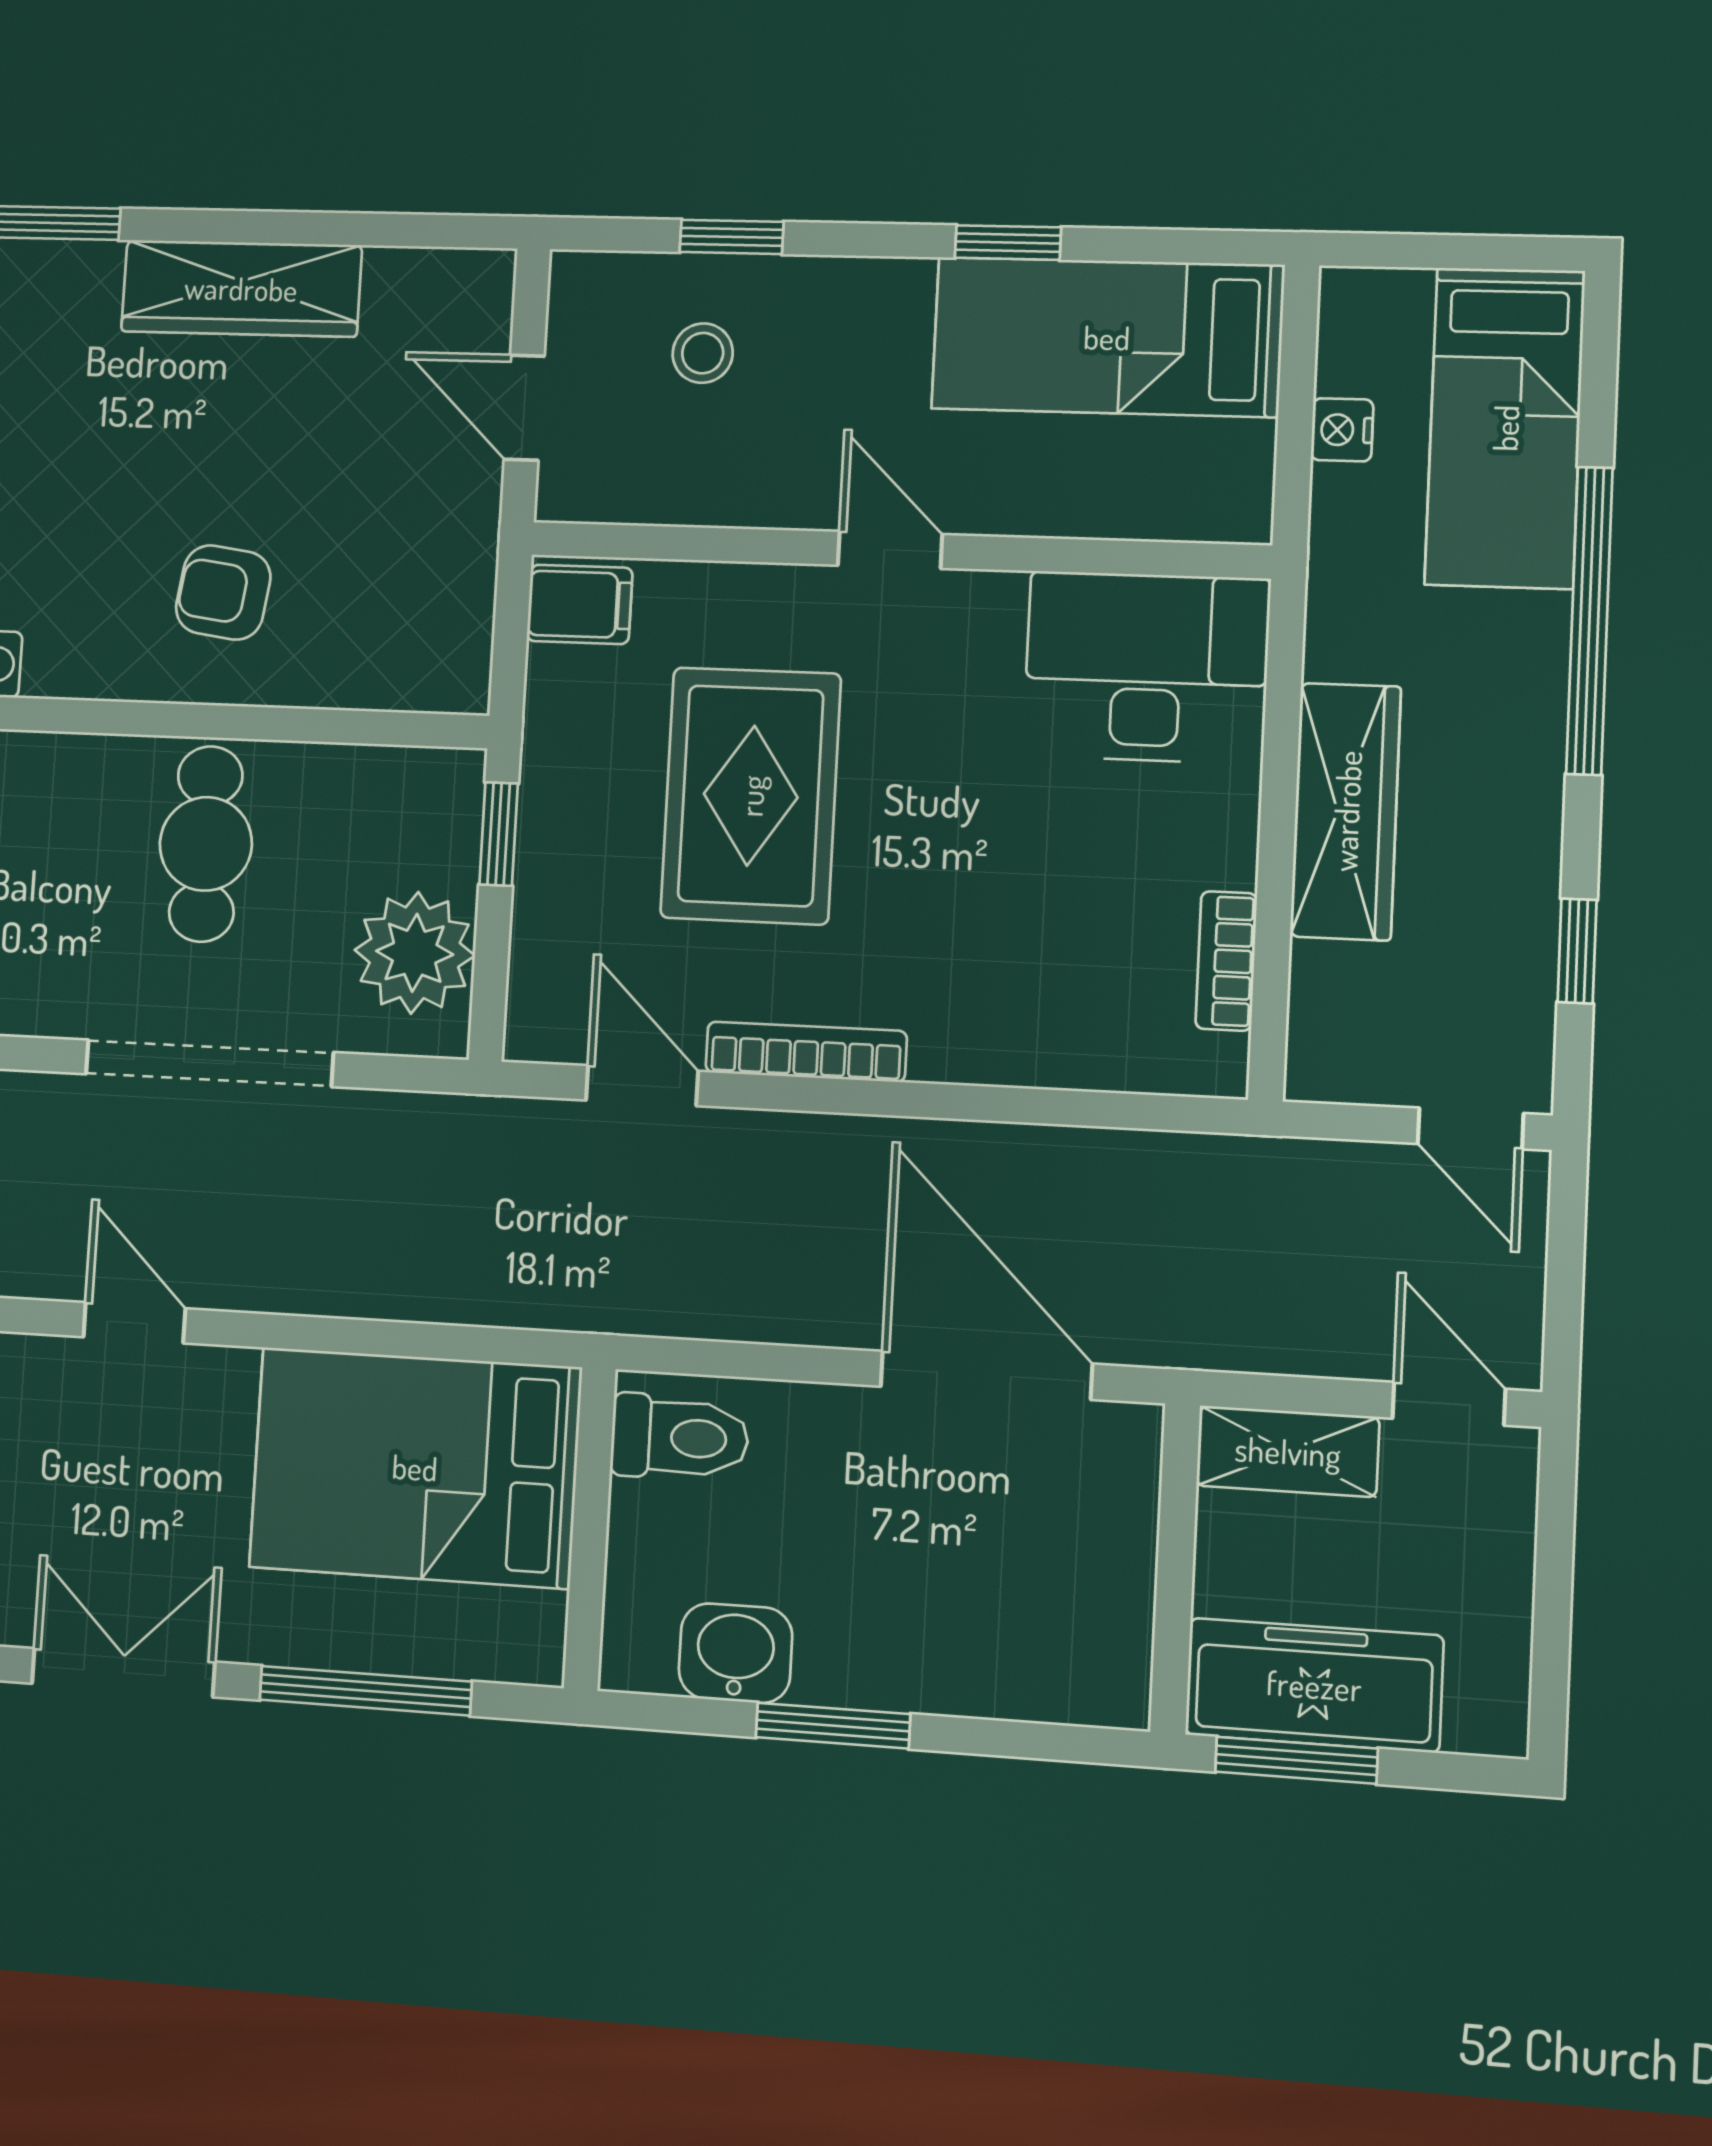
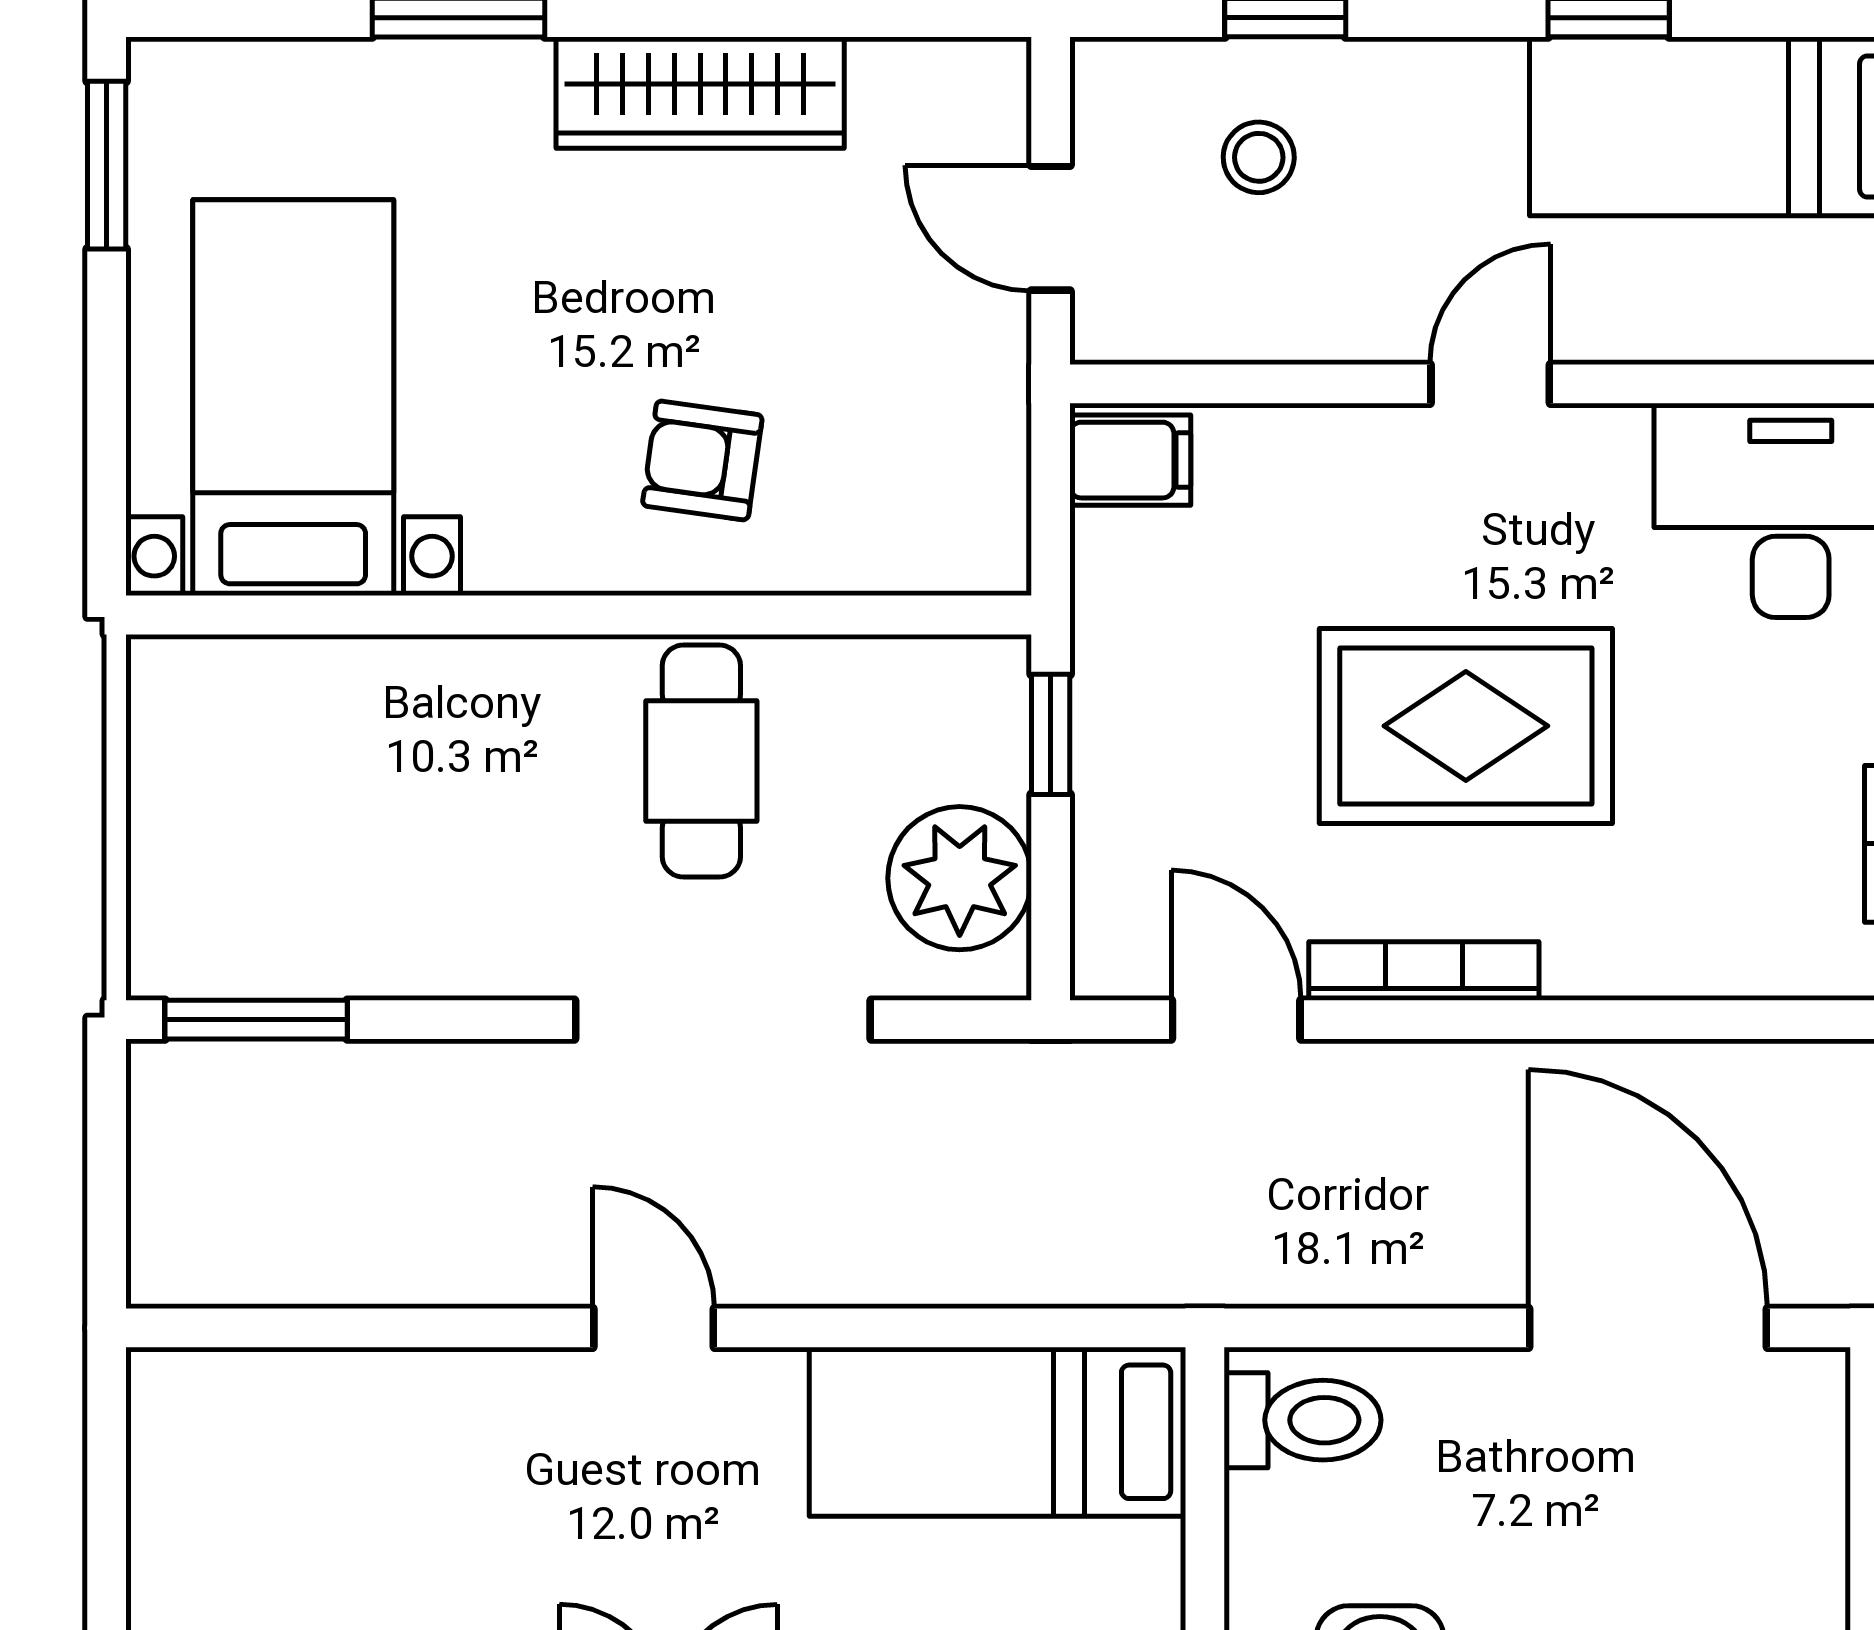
door: (890, 550) -> (1490, 384), hinge flipped
rug: (751, 796) -> (1466, 726), moved, turned 90
bed: (415, 1467) -> (997, 1432), width x0.67

